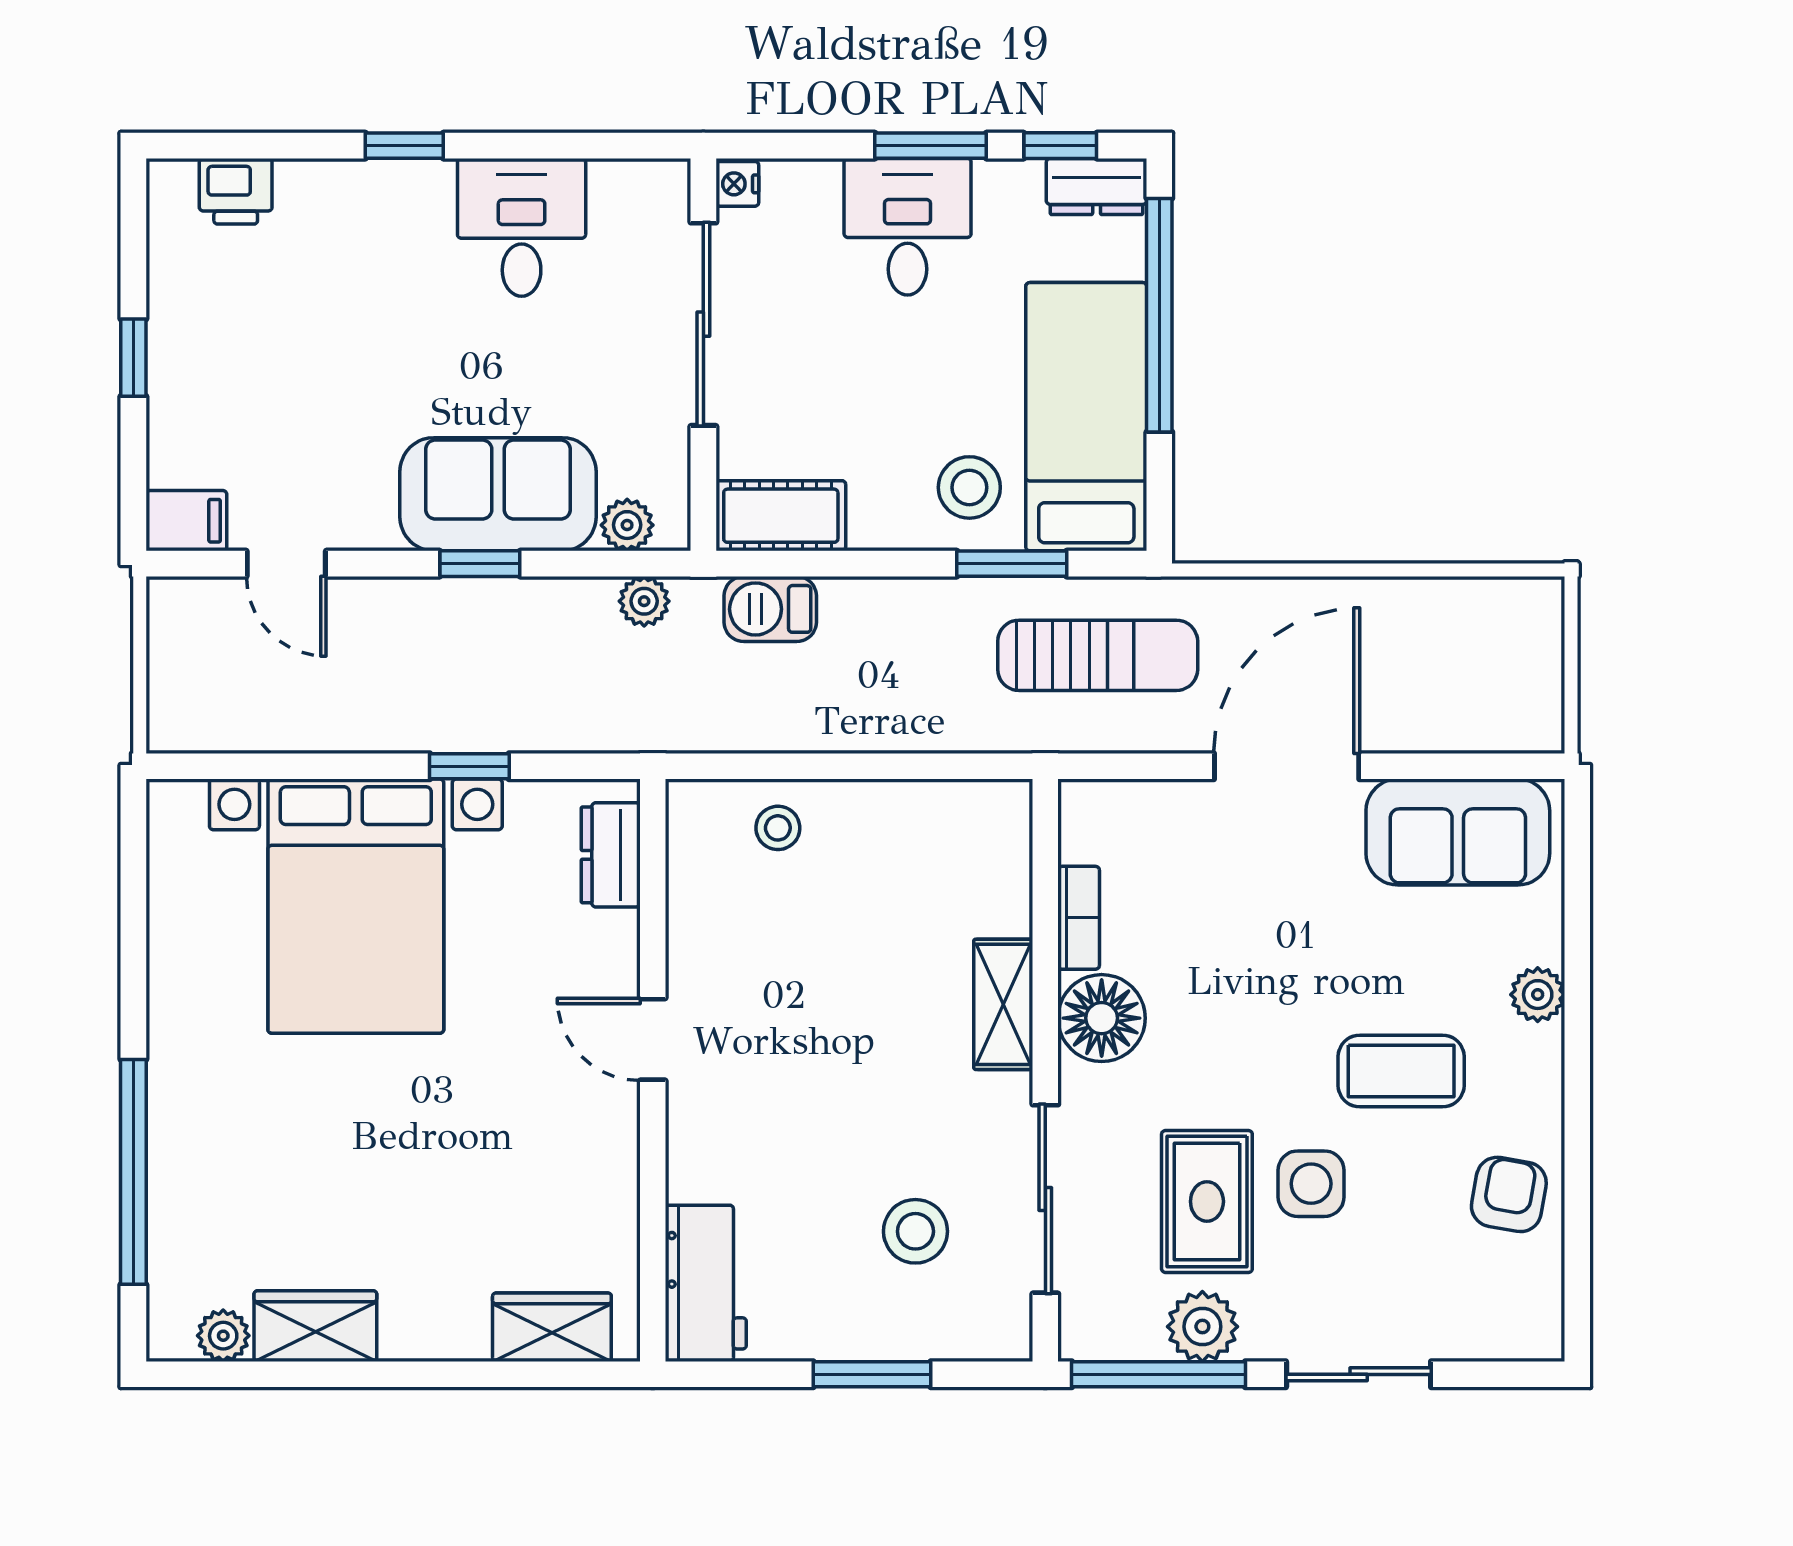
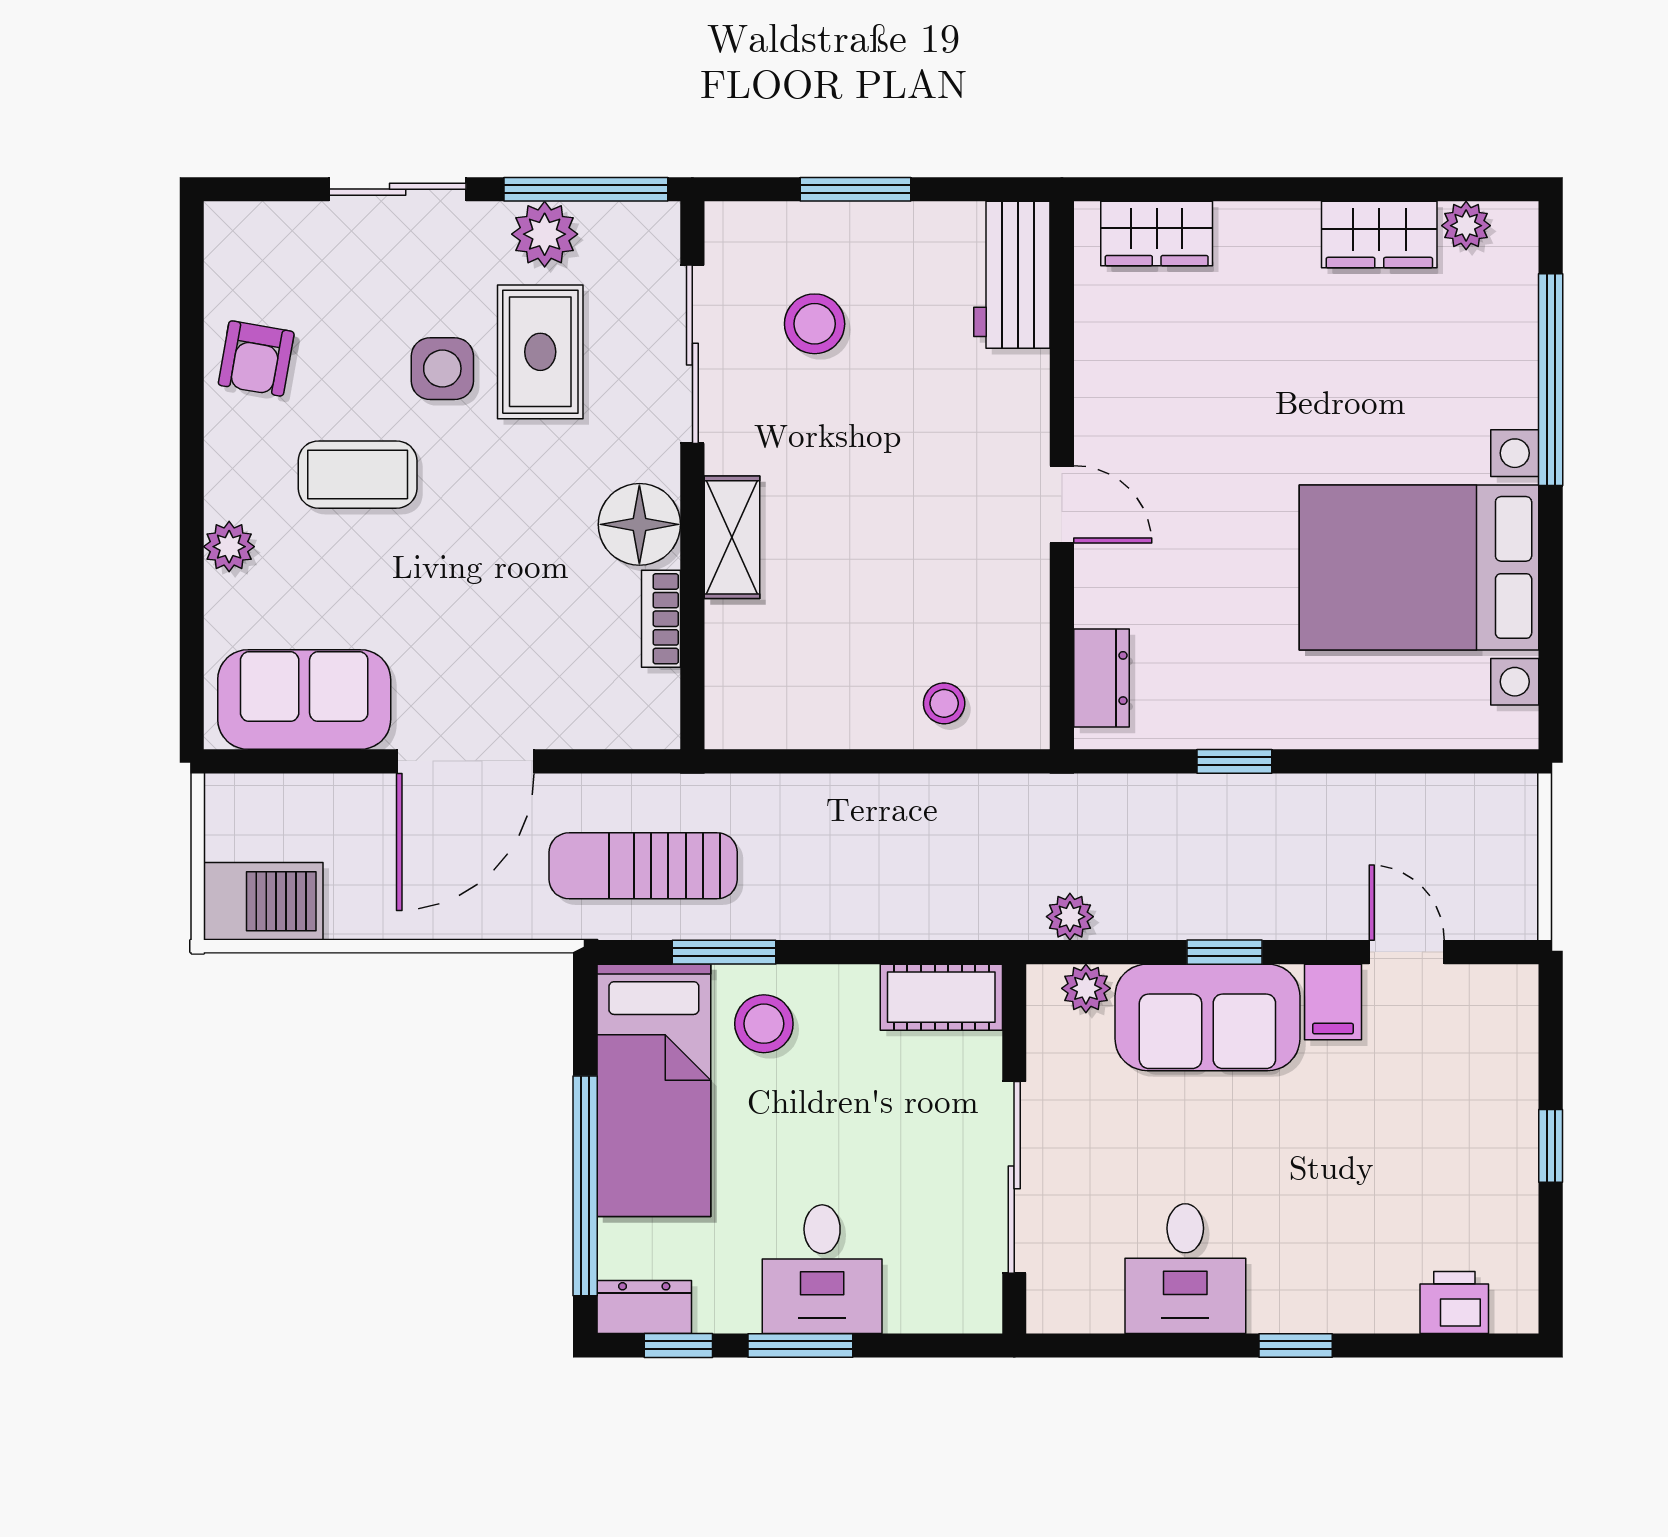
nightstand: (737, 184) -> (982, 1309), removed
filing cabinet: (186, 521) -> (1333, 1002), moved, turned -90
barbecue: (770, 609) -> (263, 901), moved, width x1.38, depth x1.27
bed with nightstands: (356, 906) -> (1419, 567), moved, turned -90

